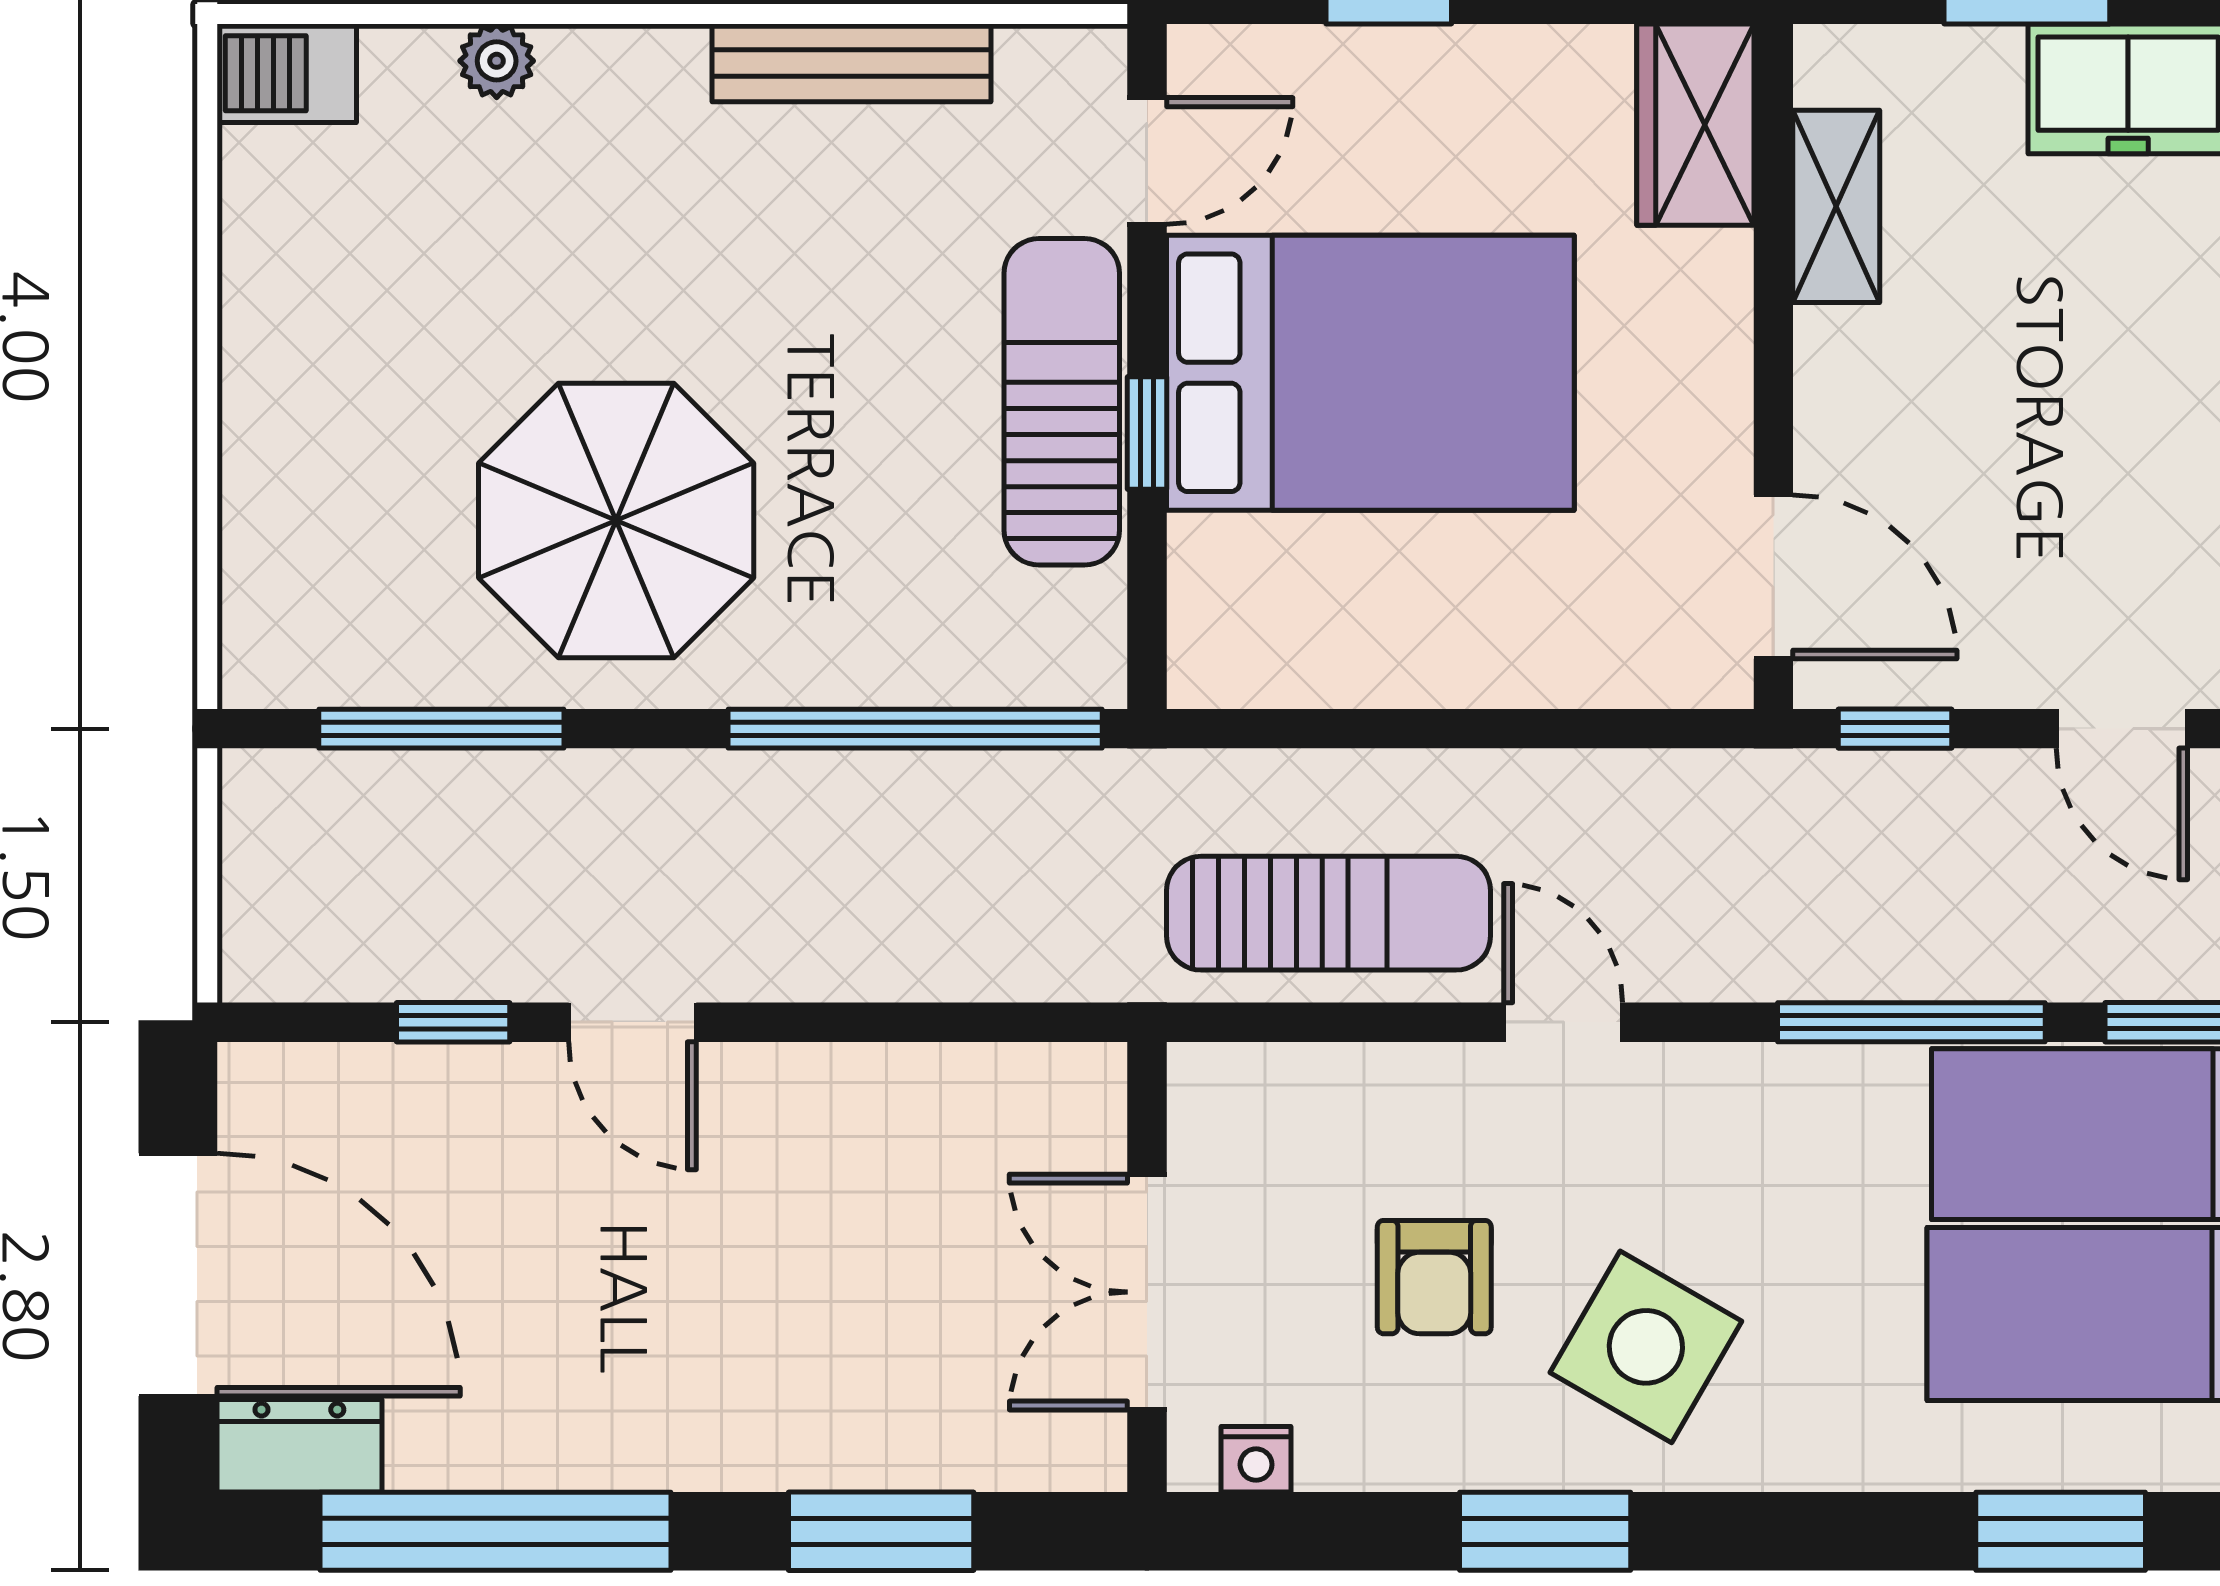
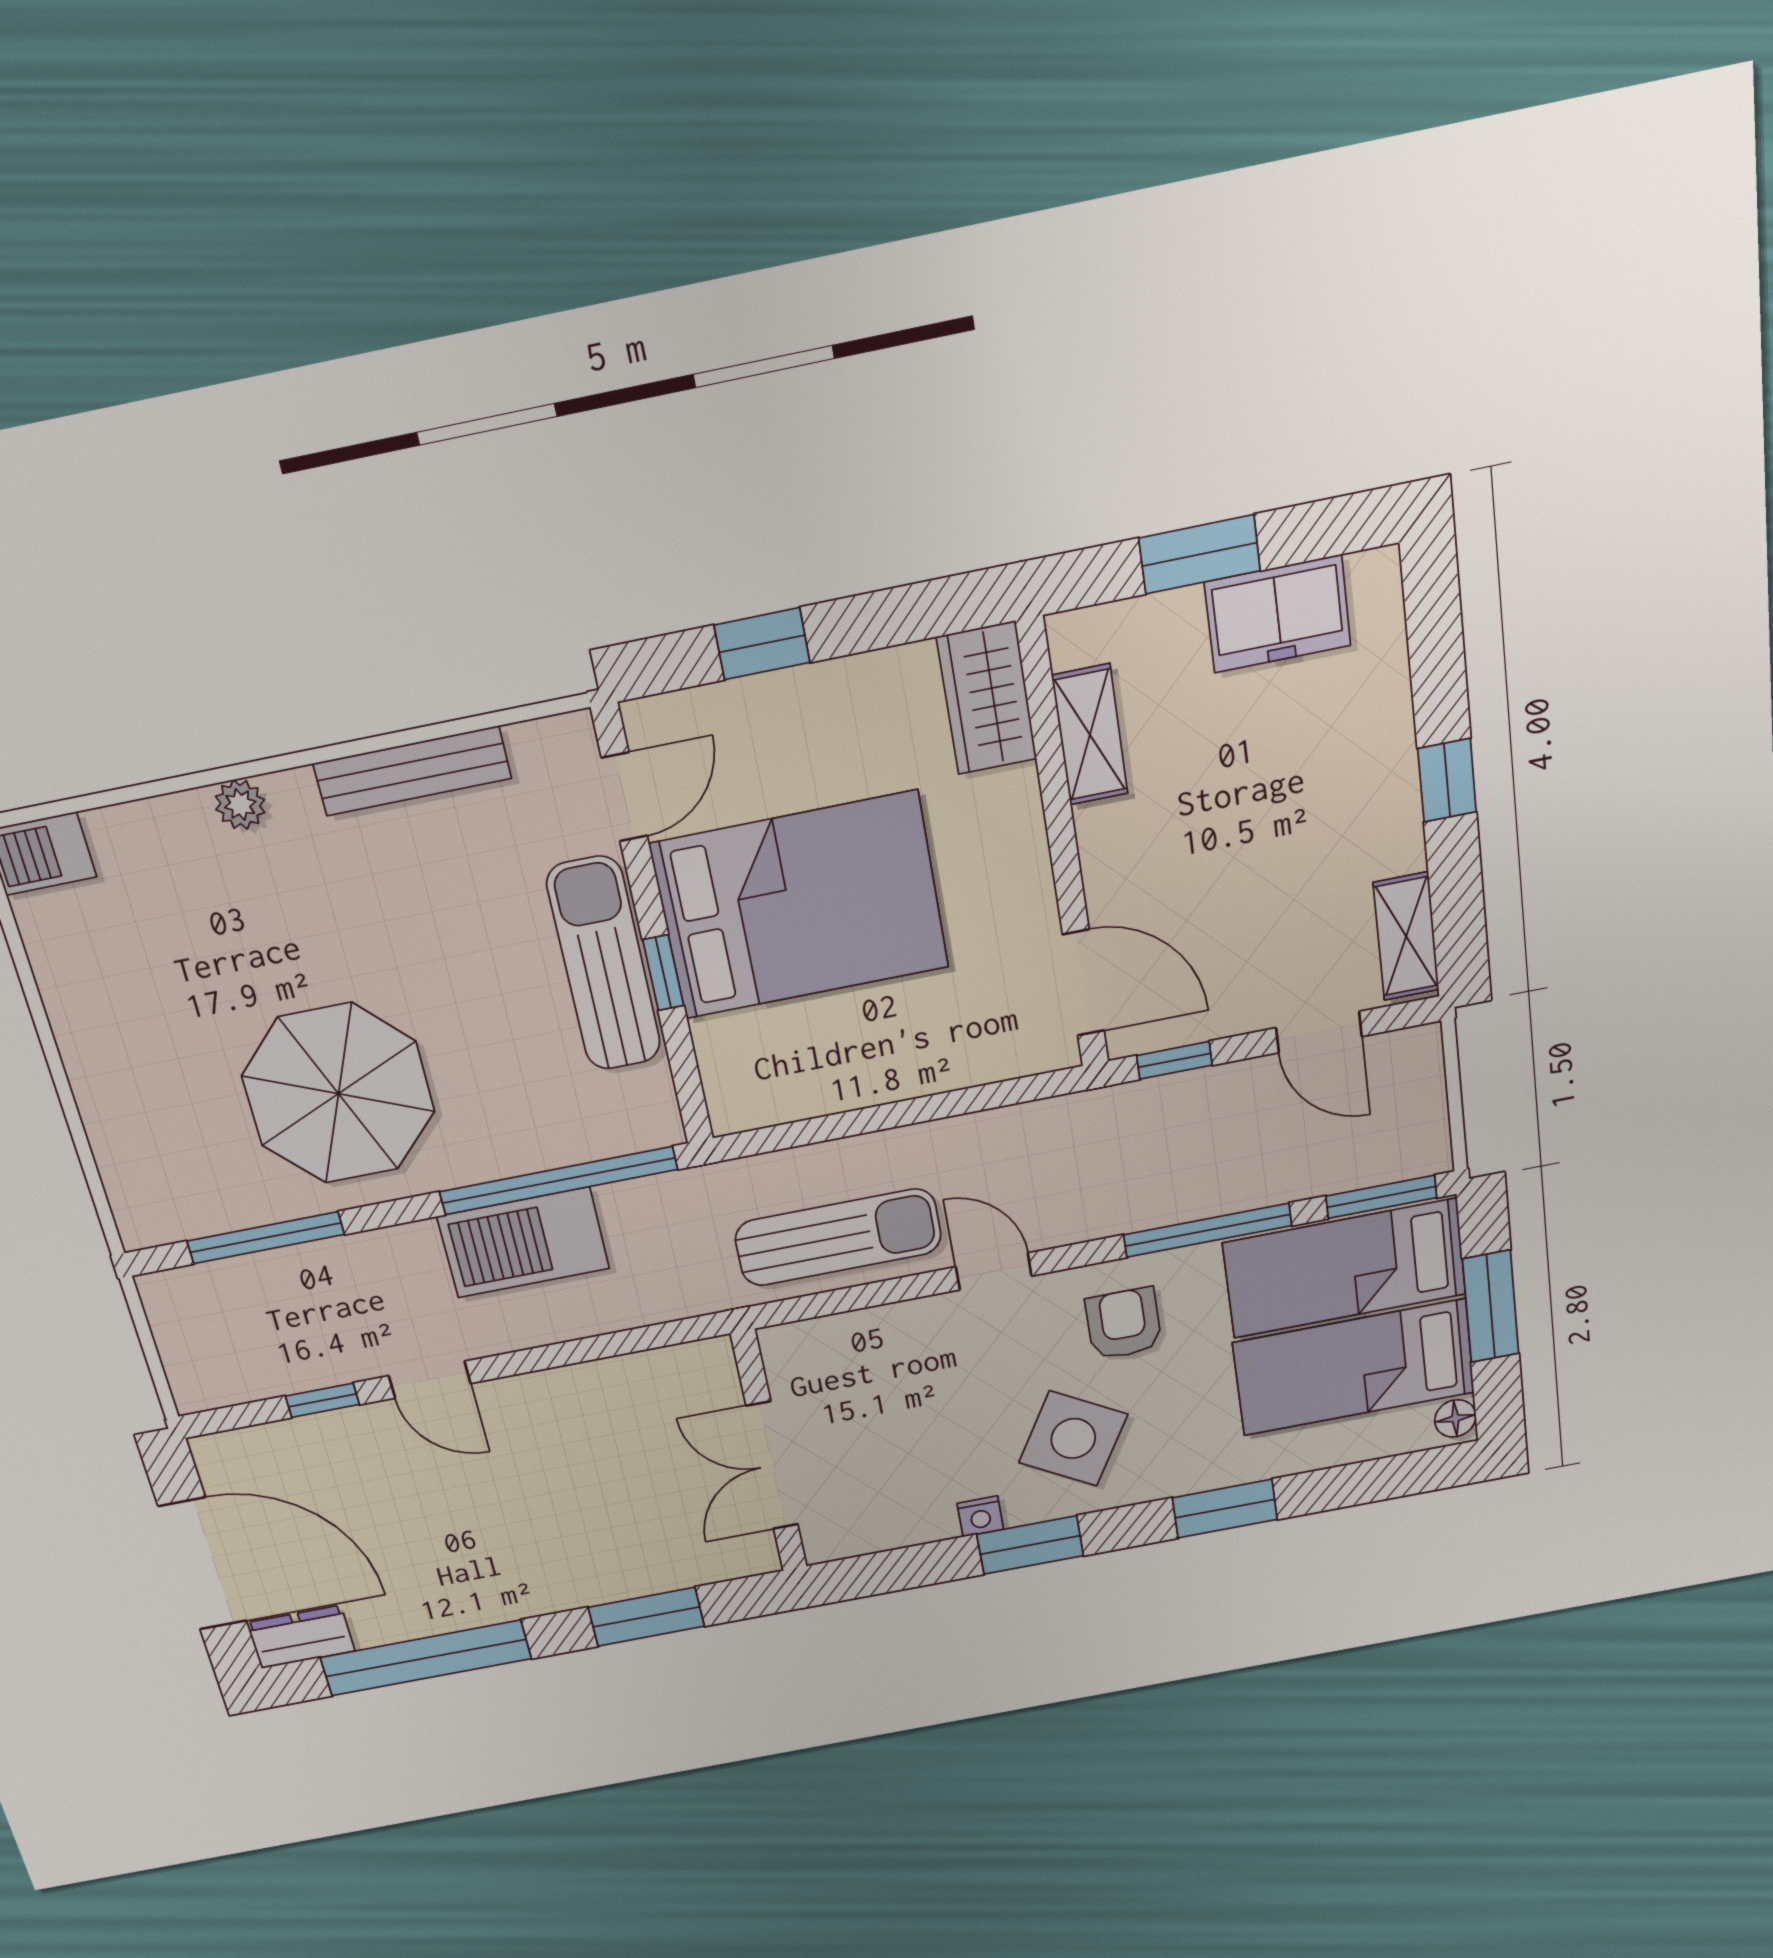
plant: (497, 61) -> (240, 805), moved
barbecue: (837, 820) -> (523, 1243), added
armchair: (1434, 1277) -> (1124, 1324), moved, turned 180
nightstand: (1256, 1459) -> (980, 1516), moved
window: (2061, 1531) -> (1225, 1509), moved

